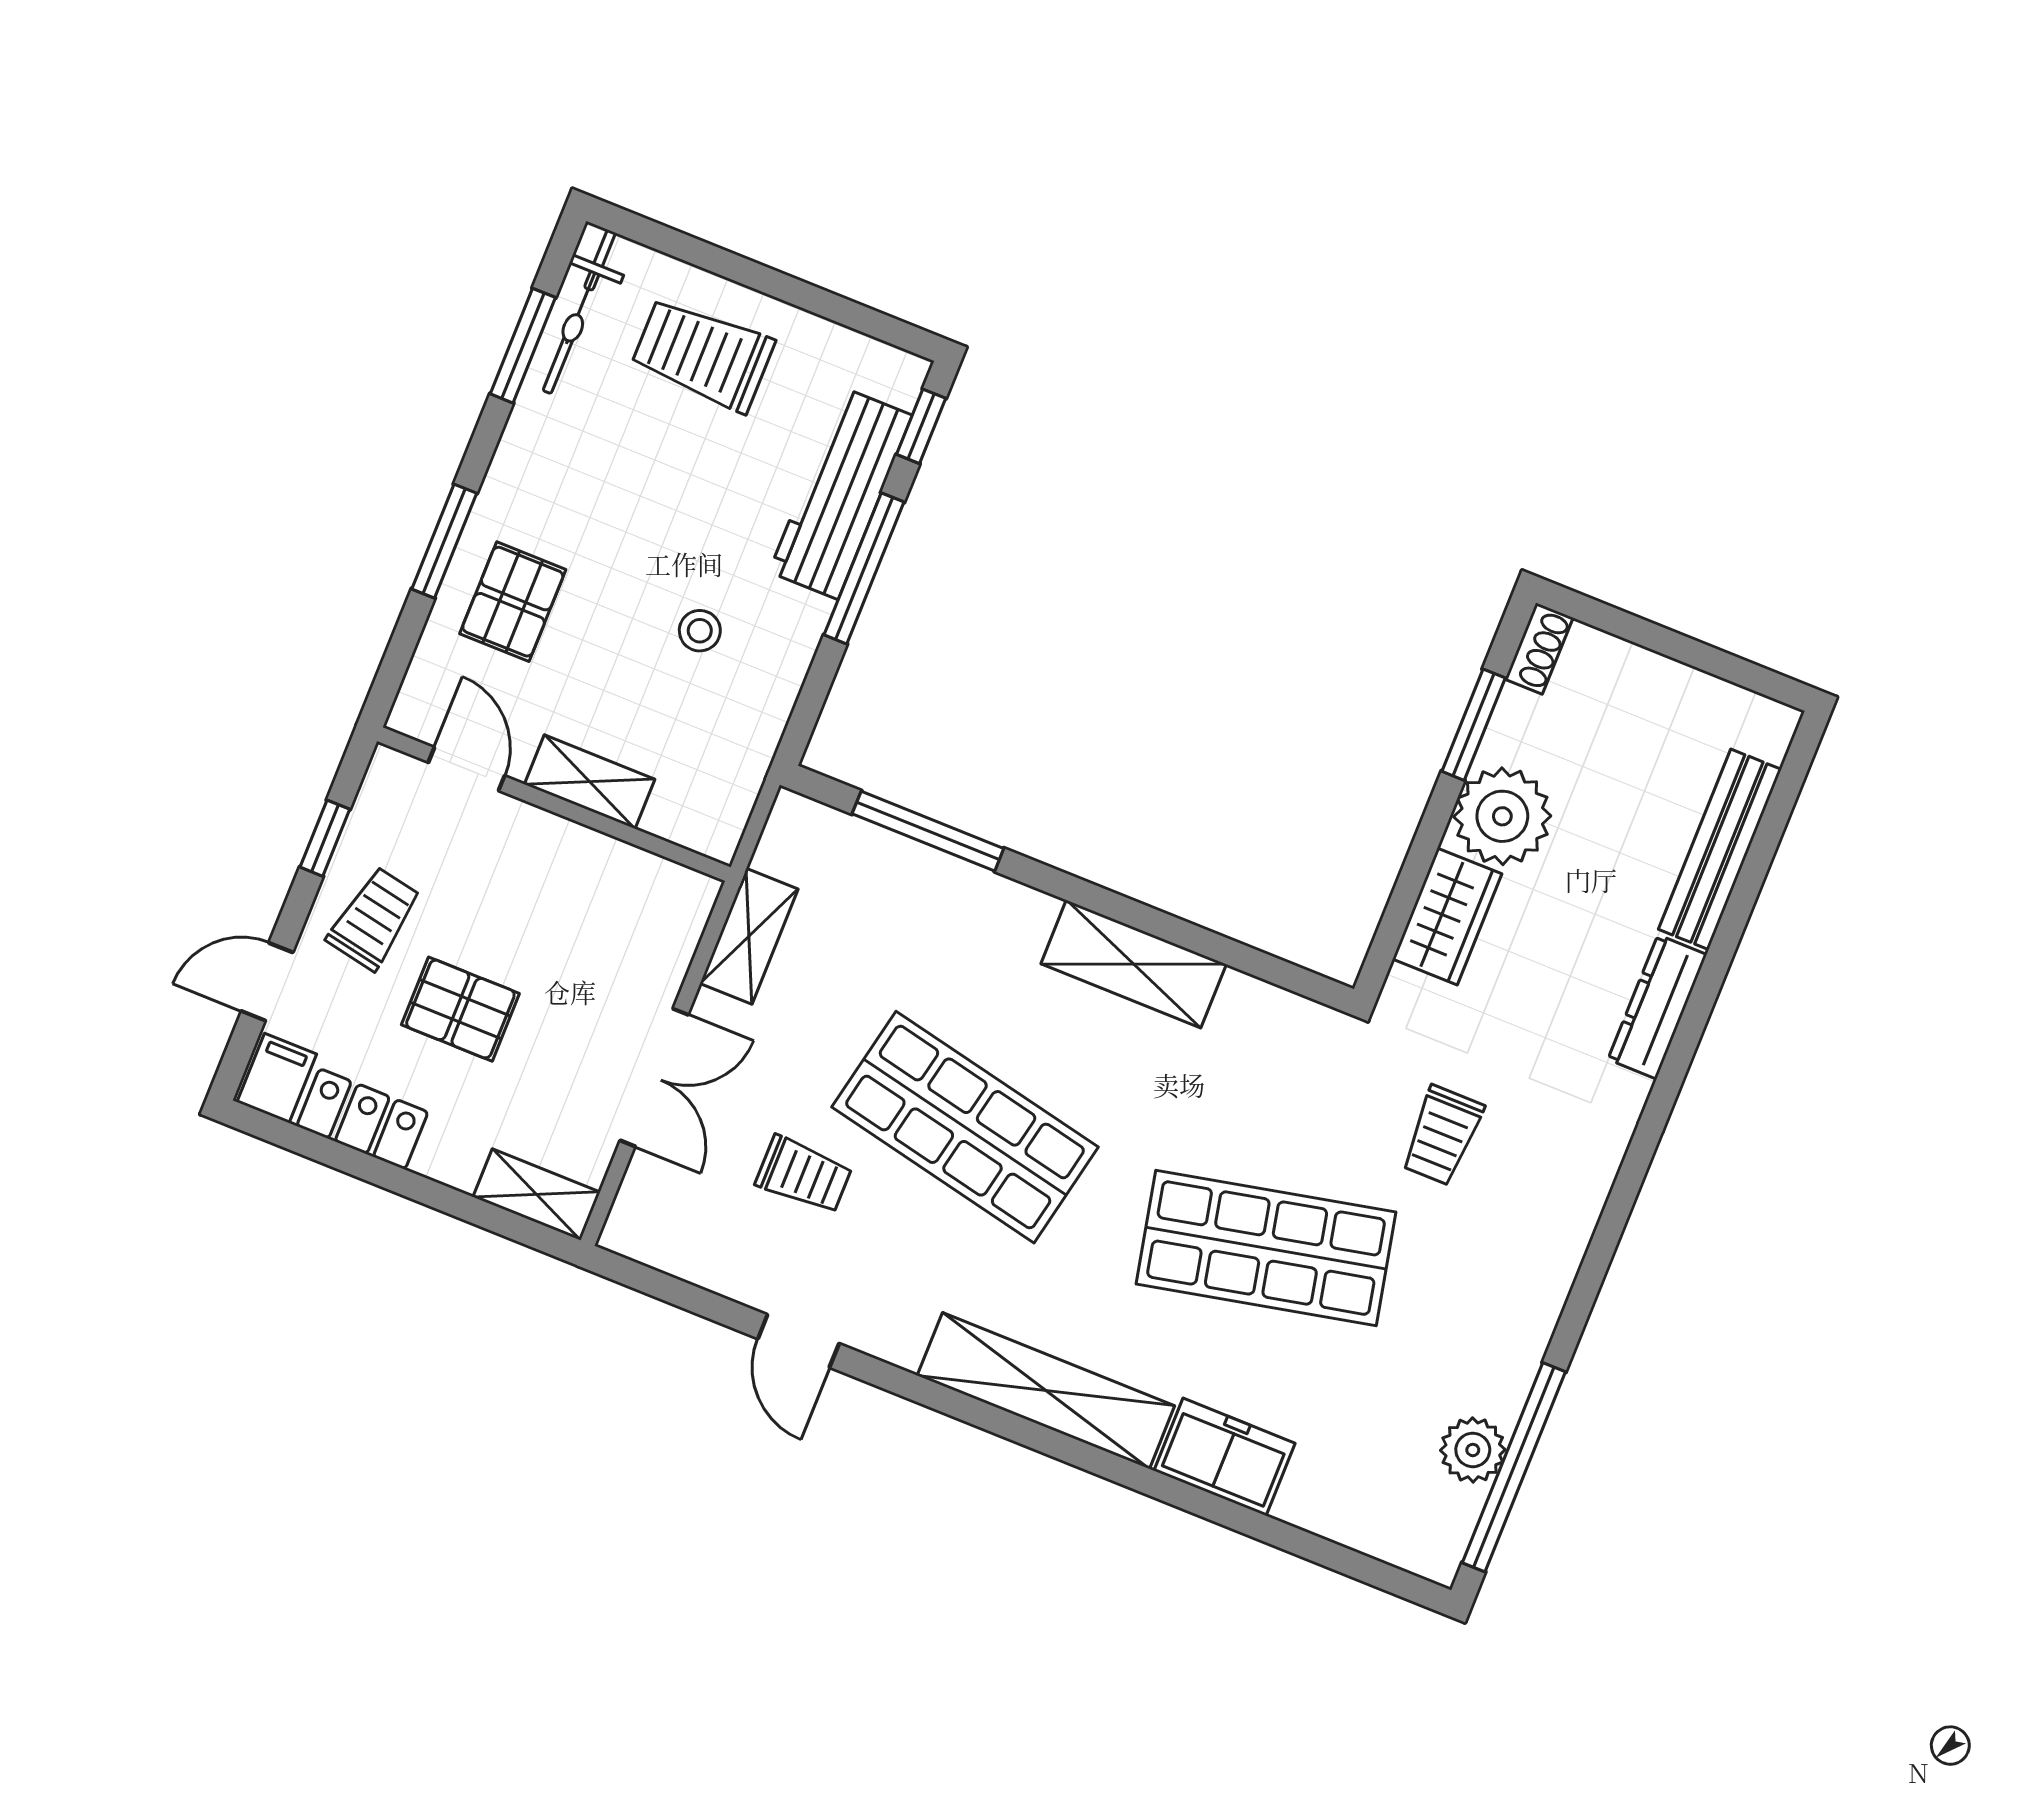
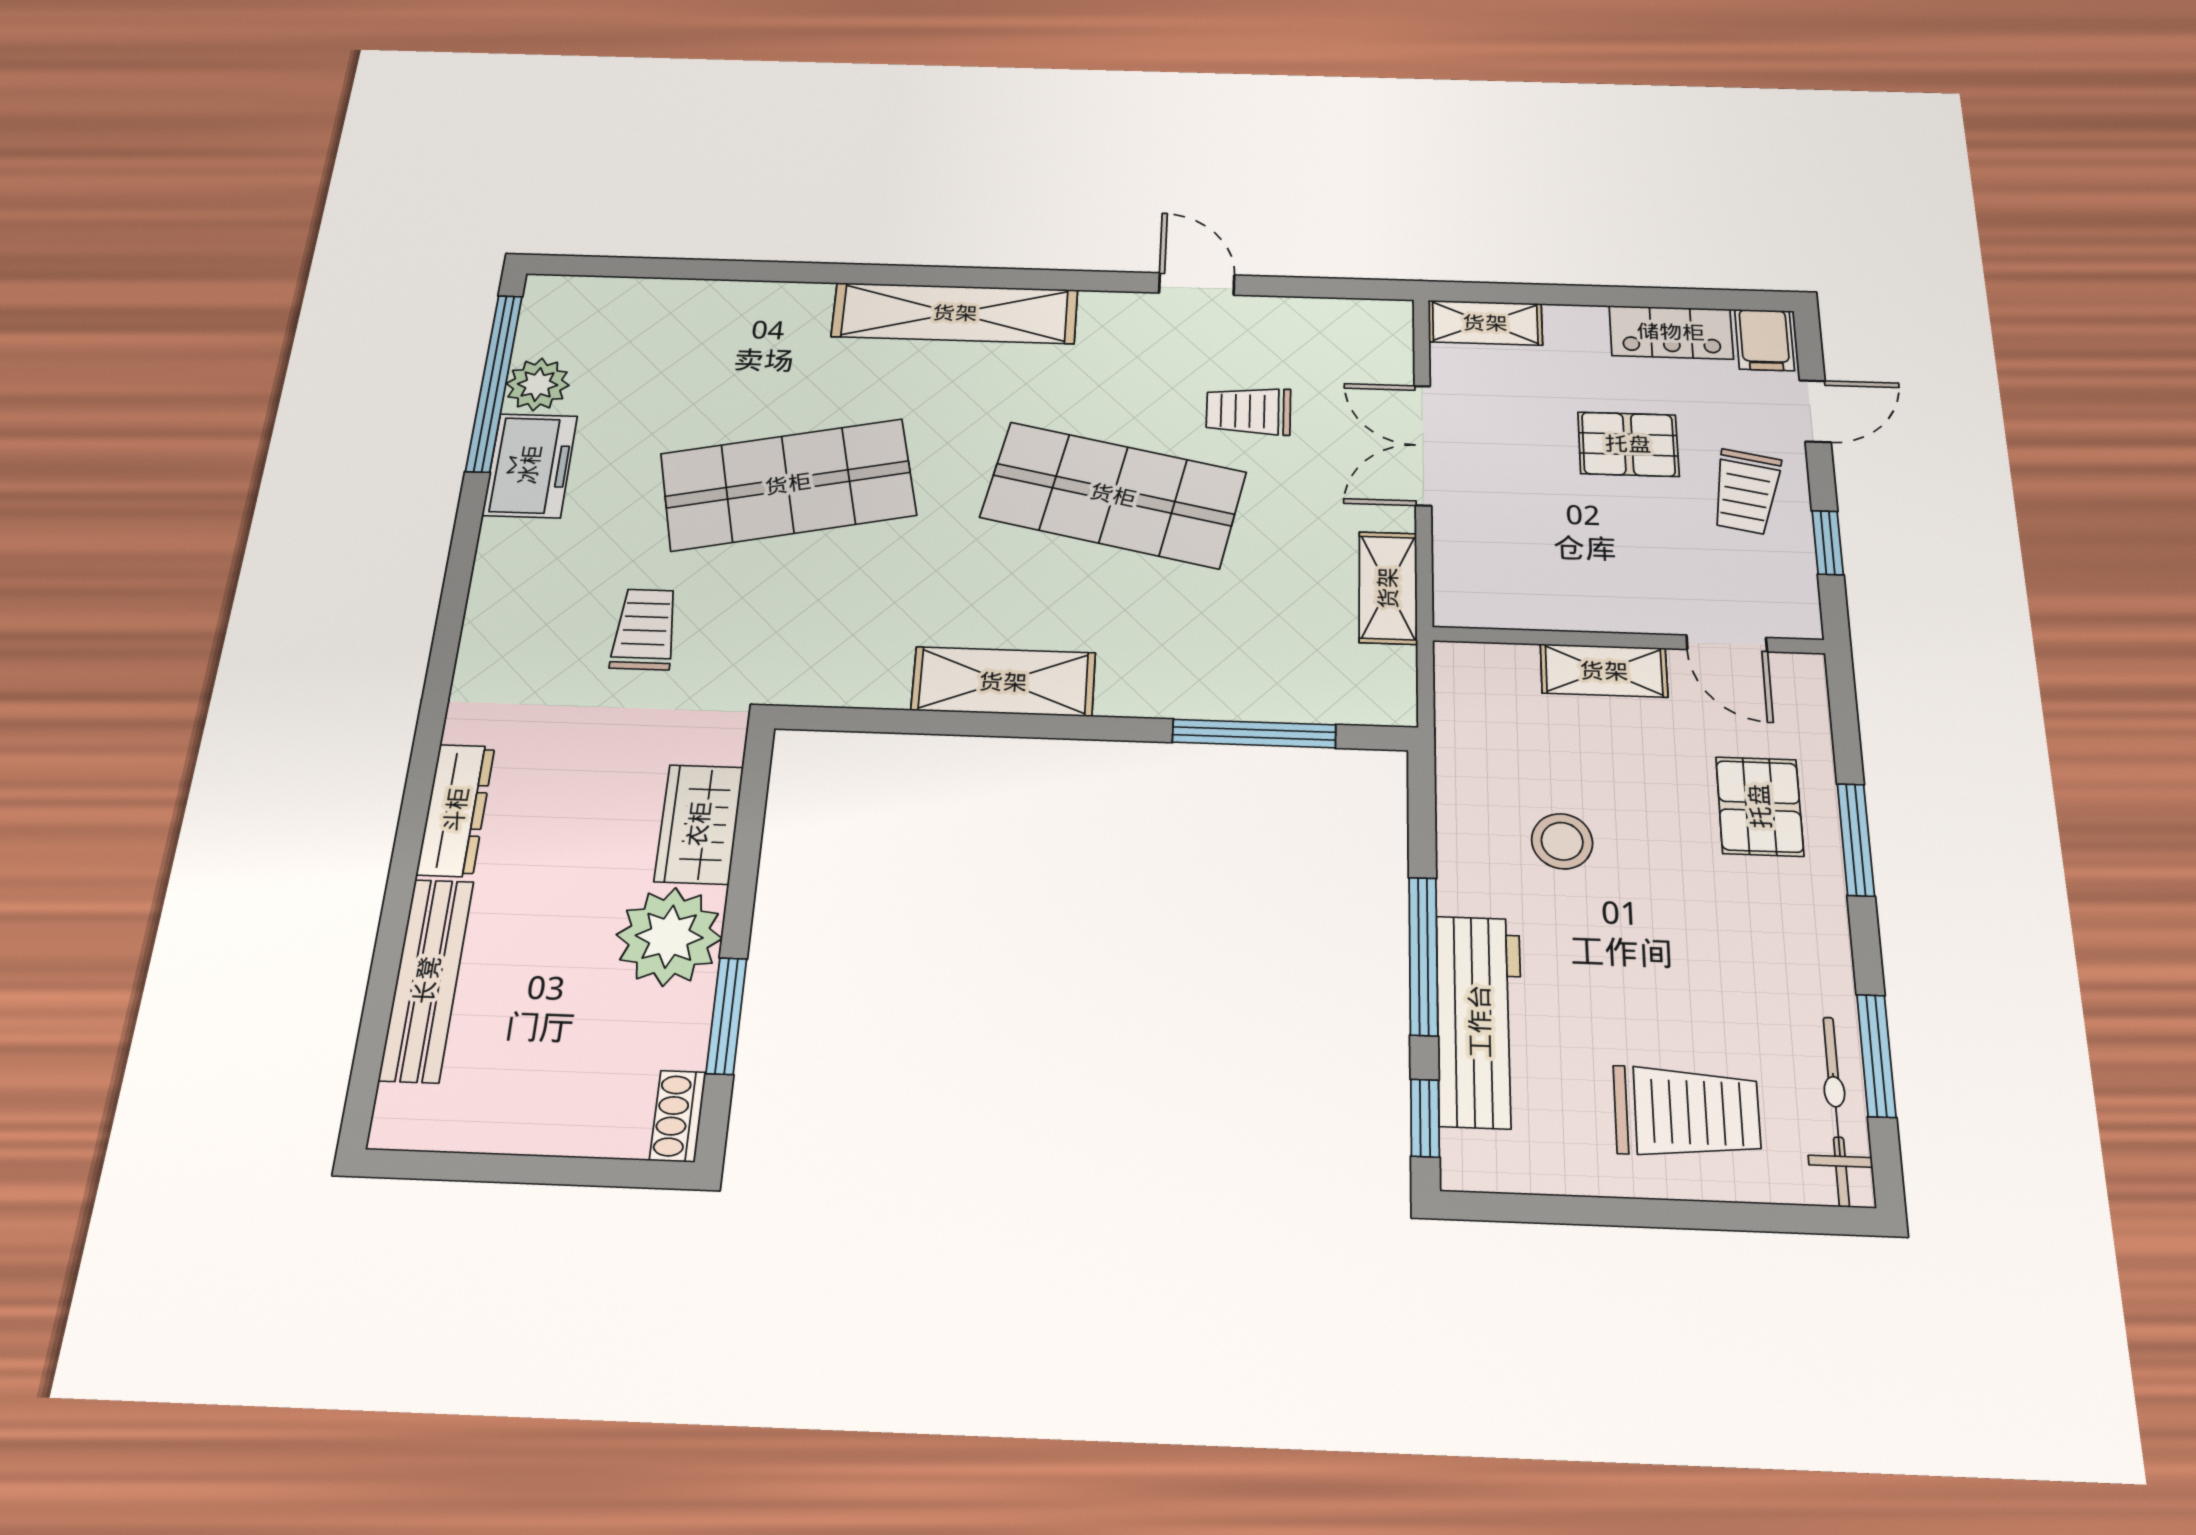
stool: (700, 631) -> (1562, 841), width x1.37, depth x1.37
freezer: (1224, 1457) -> (530, 465), moved, turned -90

